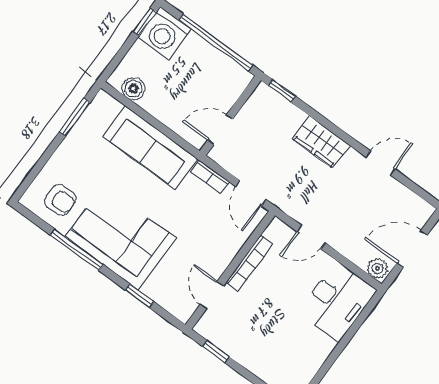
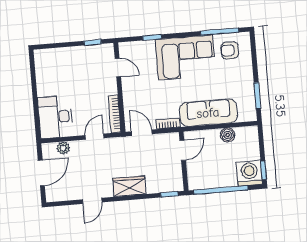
boiler: (133, 89) -> (228, 135), moved
window: (77, 250) -> (219, 32), moved
bookcase: (249, 263) -> (115, 114), moved
plant: (377, 269) -> (63, 148), moved

